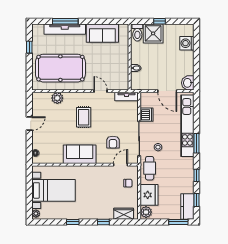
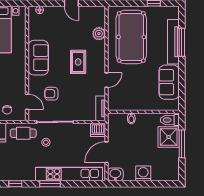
window: (159, 21) -> (182, 144), width x2.17
washing machine: (187, 43) -> (143, 173), moved
dishwasher: (146, 115) -> (98, 130), moved
rug: (84, 117) -> (78, 62), turned 90

